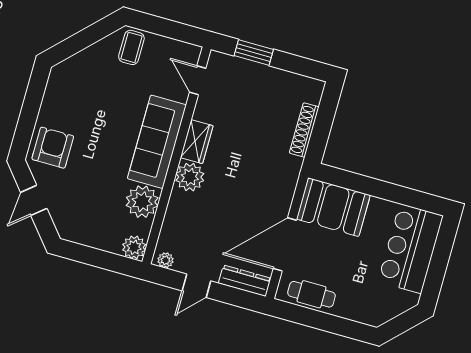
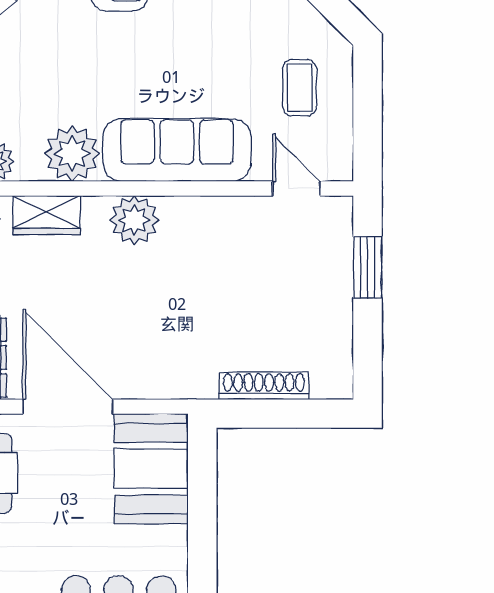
coffee table: (131, 47) -> (300, 88), moved, turned 90
door: (198, 80) -> (296, 188), hinge flipped
wardrobe: (197, 142) -> (47, 215), moved

